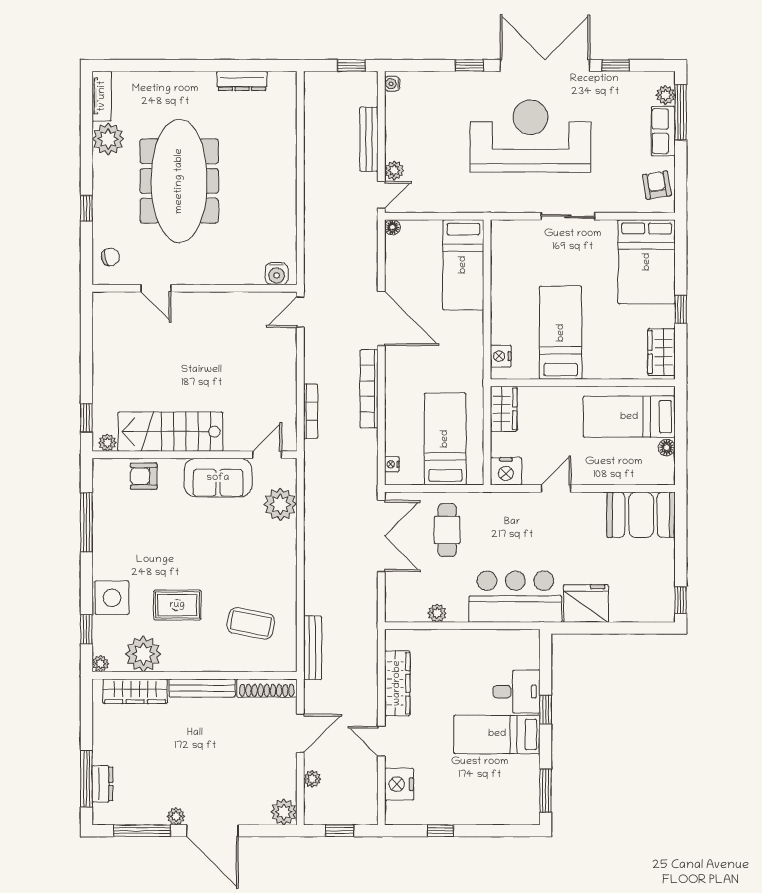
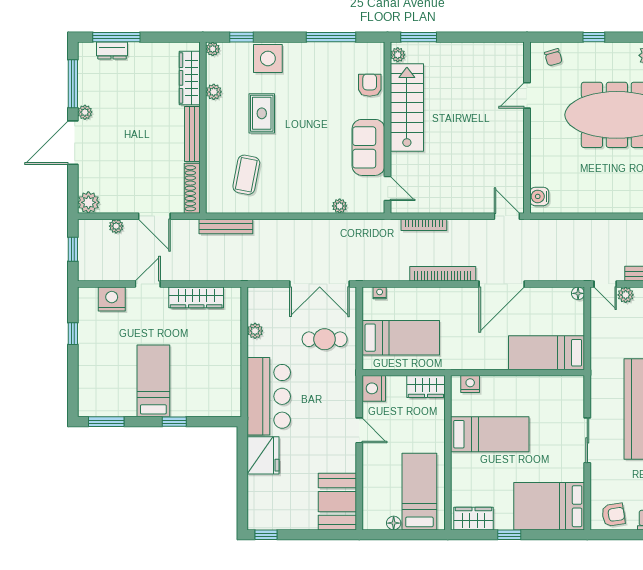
window: (86, 418) -> (419, 37), width x1.50
plant: (280, 504) -> (340, 206), width x0.53, depth x0.53
plant: (143, 654) -> (214, 92), width x0.53, depth x0.53
desk: (517, 692) -> (189, 397), removed

